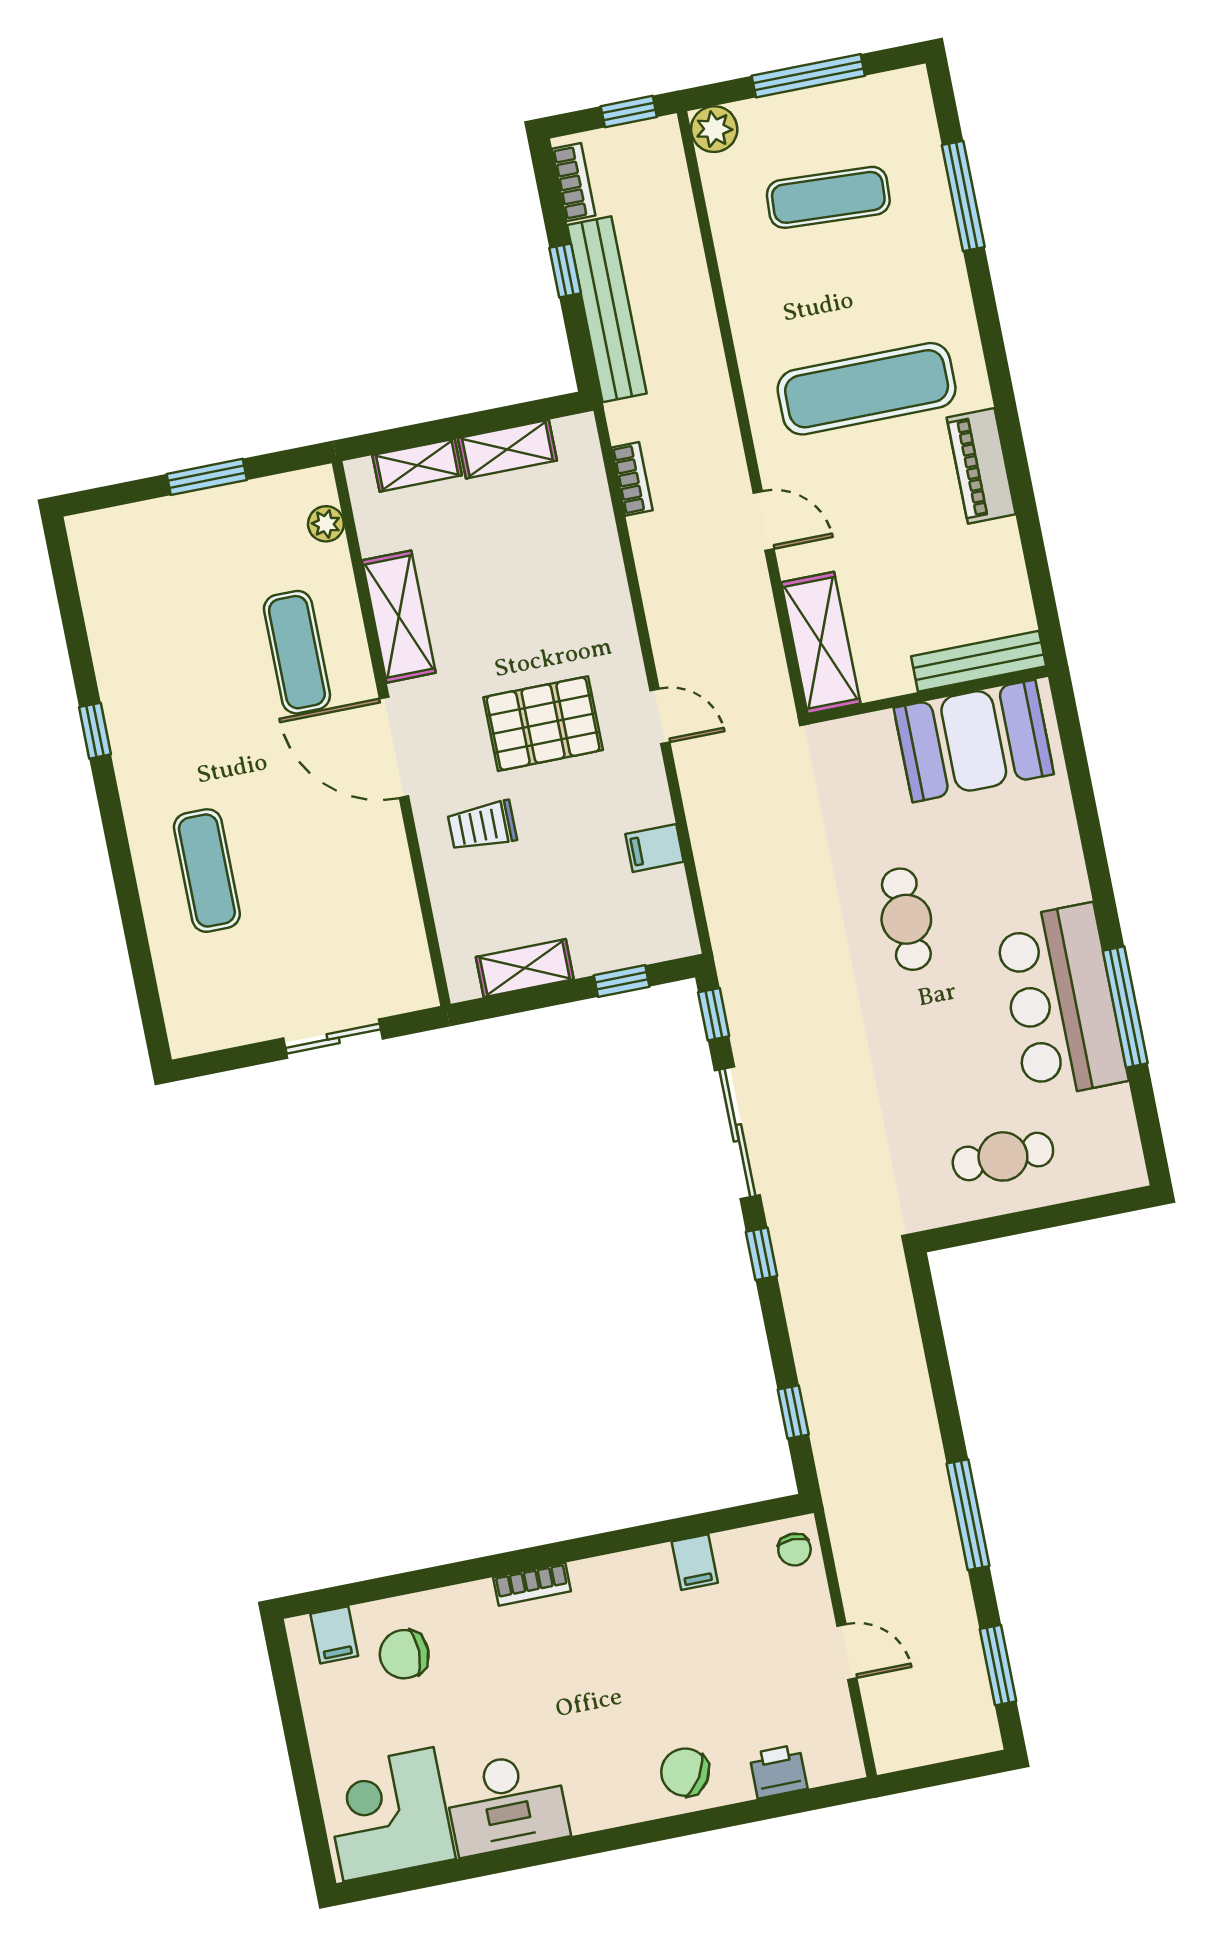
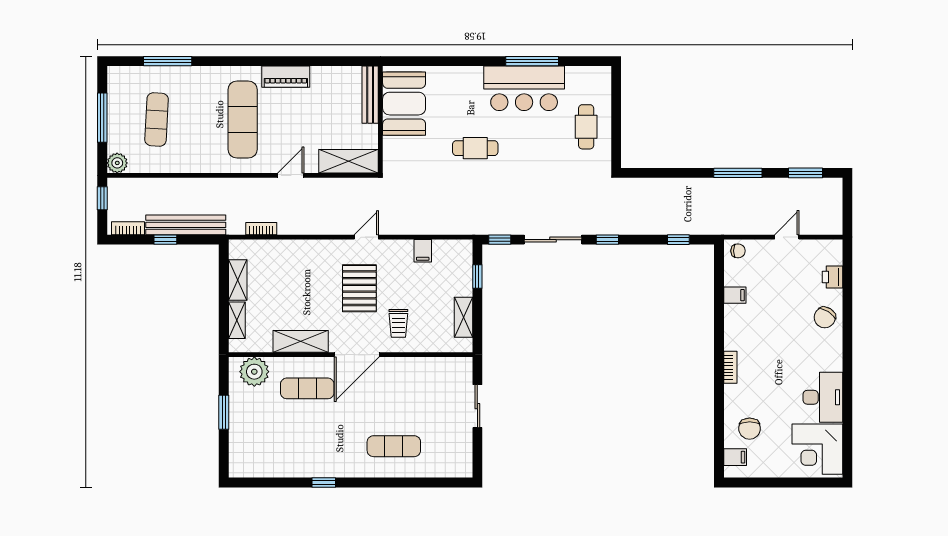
plant: (326, 524) -> (254, 372), width x1.87, depth x1.87

